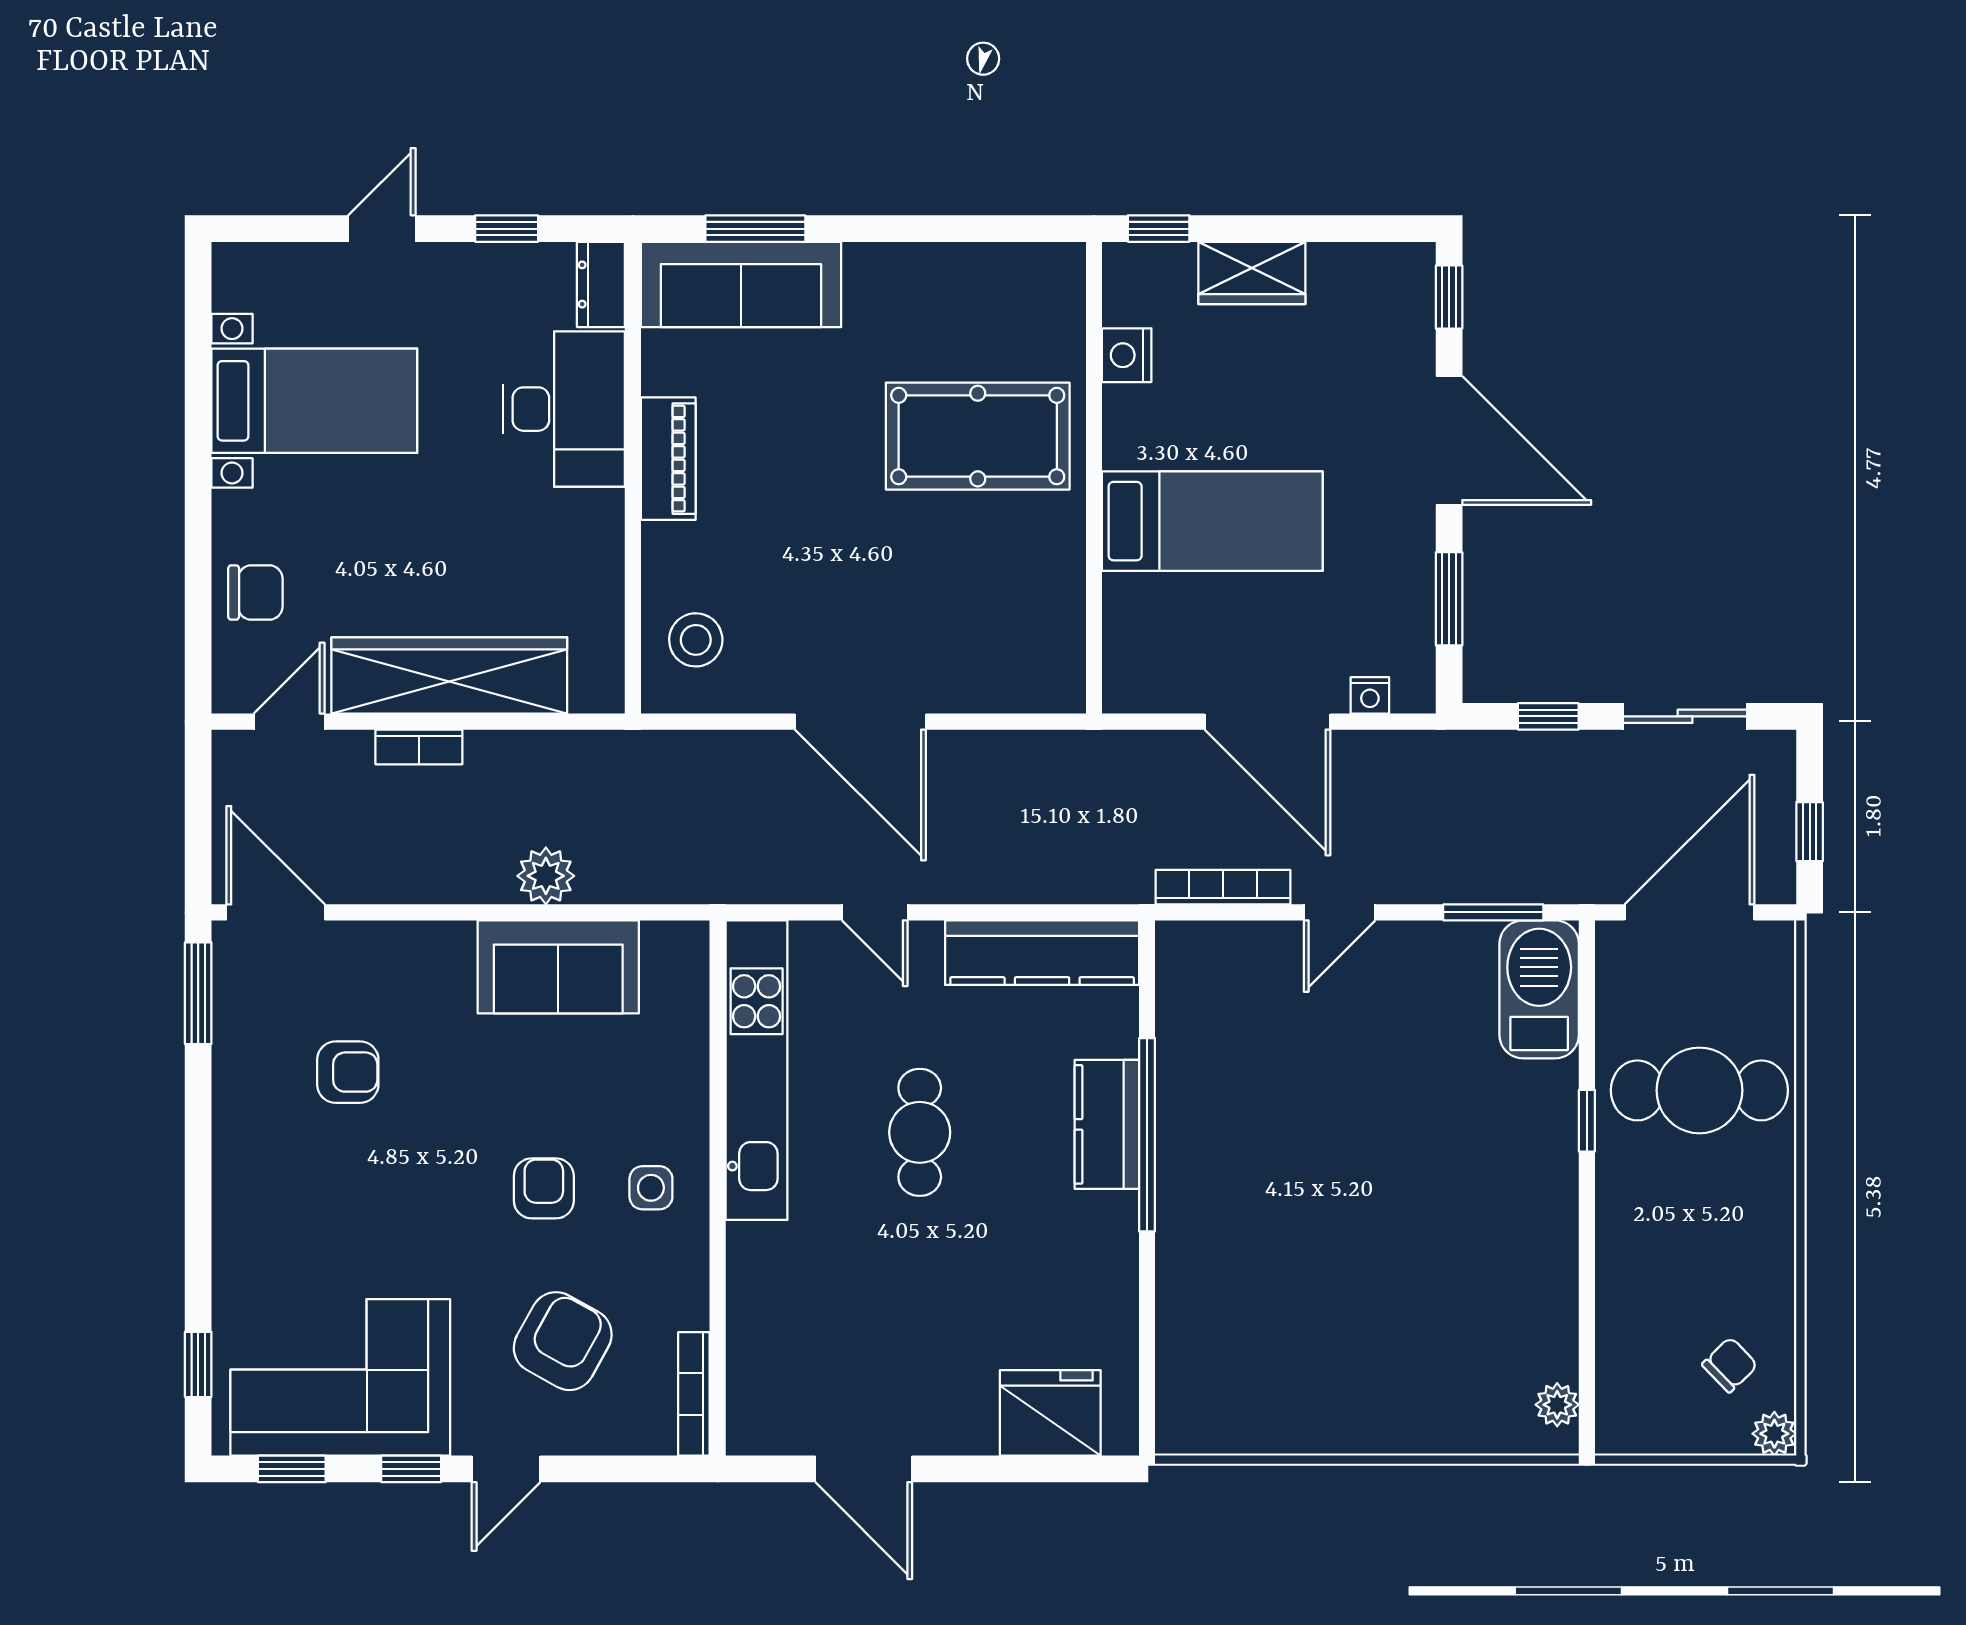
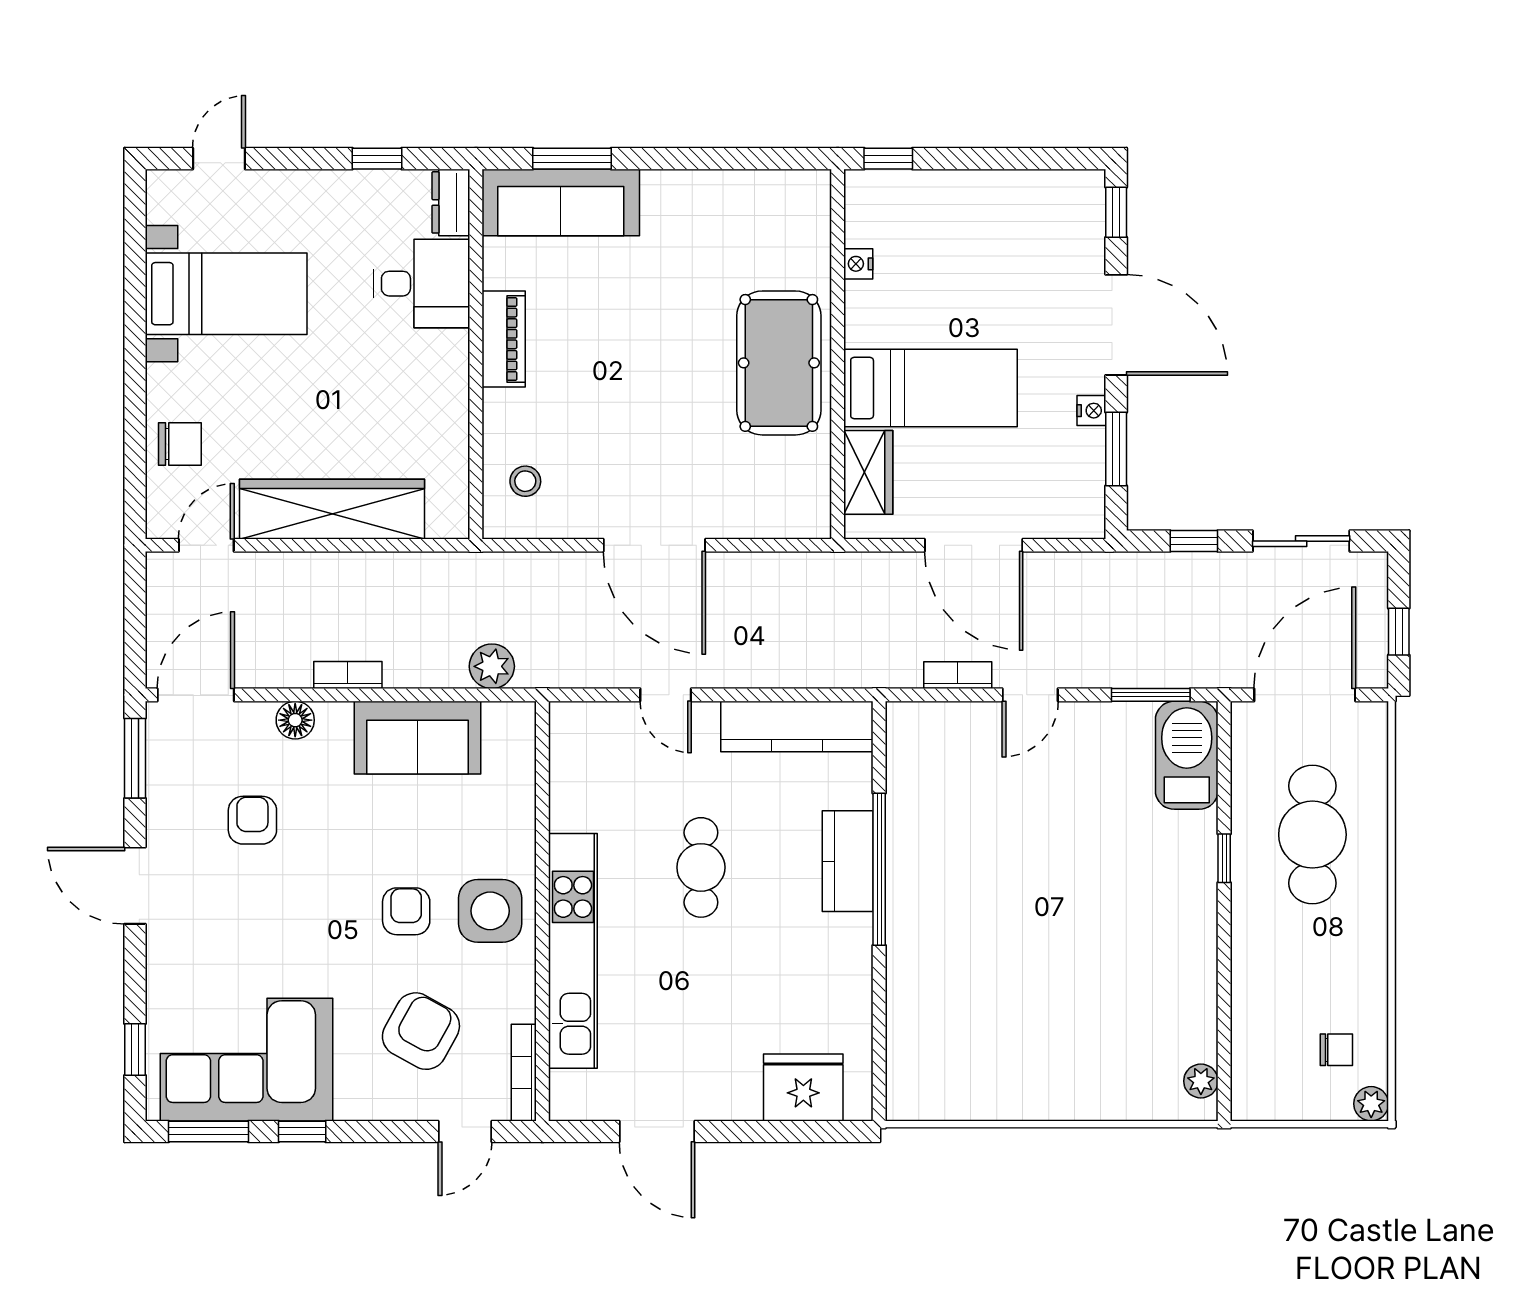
door: (382, 229) -> (219, 159), moved
wardrobe: (1252, 273) -> (868, 472), moved, turned -90
nightstand: (1127, 355) -> (858, 264), width x0.72, depth x0.74
desk: (564, 409) -> (422, 284), width x0.73
pool table: (978, 436) -> (779, 363), moved, turned 90
stool: (696, 640) -> (525, 481), width x0.73, depth x0.73
nightstand: (1370, 695) -> (1091, 411), moved, turned -90
bookcase: (419, 747) -> (348, 675), moved, turned 180
plant: (546, 876) -> (492, 666), moved
bookcase: (1223, 887) -> (958, 675), width x0.64
door: (276, 912) -> (196, 695), hinge flipped
floor lamp: (402, 945) -> (295, 720), added
kitchen unit: (757, 1070) -> (573, 951), moved
armchair: (348, 1072) -> (252, 820), turned -90
cafe table: (1699, 1090) -> (1312, 835), turned 90
door: (198, 1156) -> (135, 886), added
side table: (651, 1188) -> (490, 911), width x1.87, depth x1.87
chair: (1730, 1365) -> (1336, 1050), turned 44
window: (292, 1469) -> (209, 1131), width x1.50
door: (506, 1469) -> (465, 1131), moved

